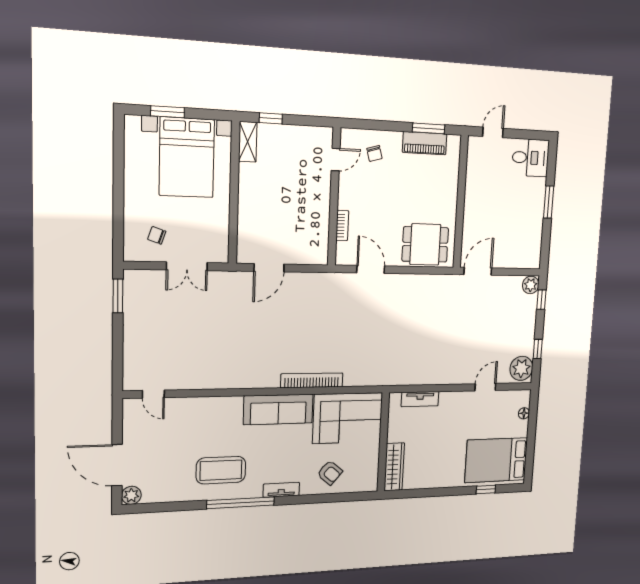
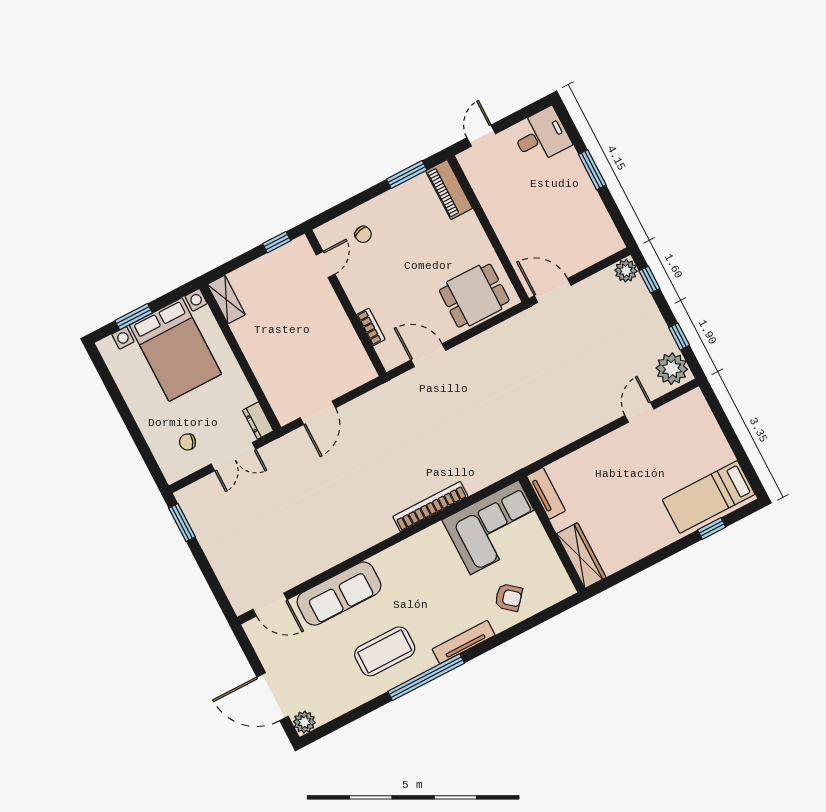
window: (271, 118) -> (277, 242), moved
piano: (425, 143) -> (449, 190), moved, turned 90
dresser: (221, 249) -> (258, 421), added
door: (478, 271) -> (553, 290), hinge flipped
door: (153, 394) -> (270, 605), width x1.38
tv unit: (420, 399) -> (546, 493), moved, turned -90
sofa: (278, 409) -> (339, 594), moved
floor lamp: (524, 413) -> (707, 418), removed
bed: (496, 460) -> (709, 497), width x0.67
tv unit: (281, 490) -> (464, 642), width x1.41

